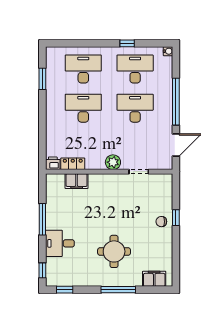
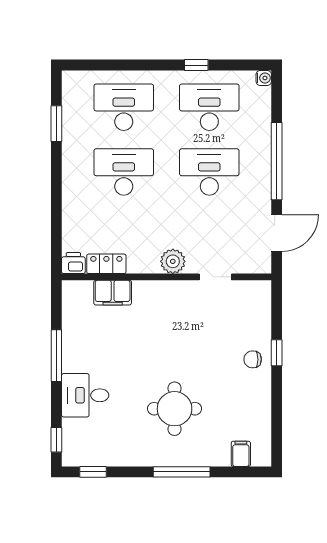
filing cabinet: (154, 279) -> (241, 454), width x0.50

